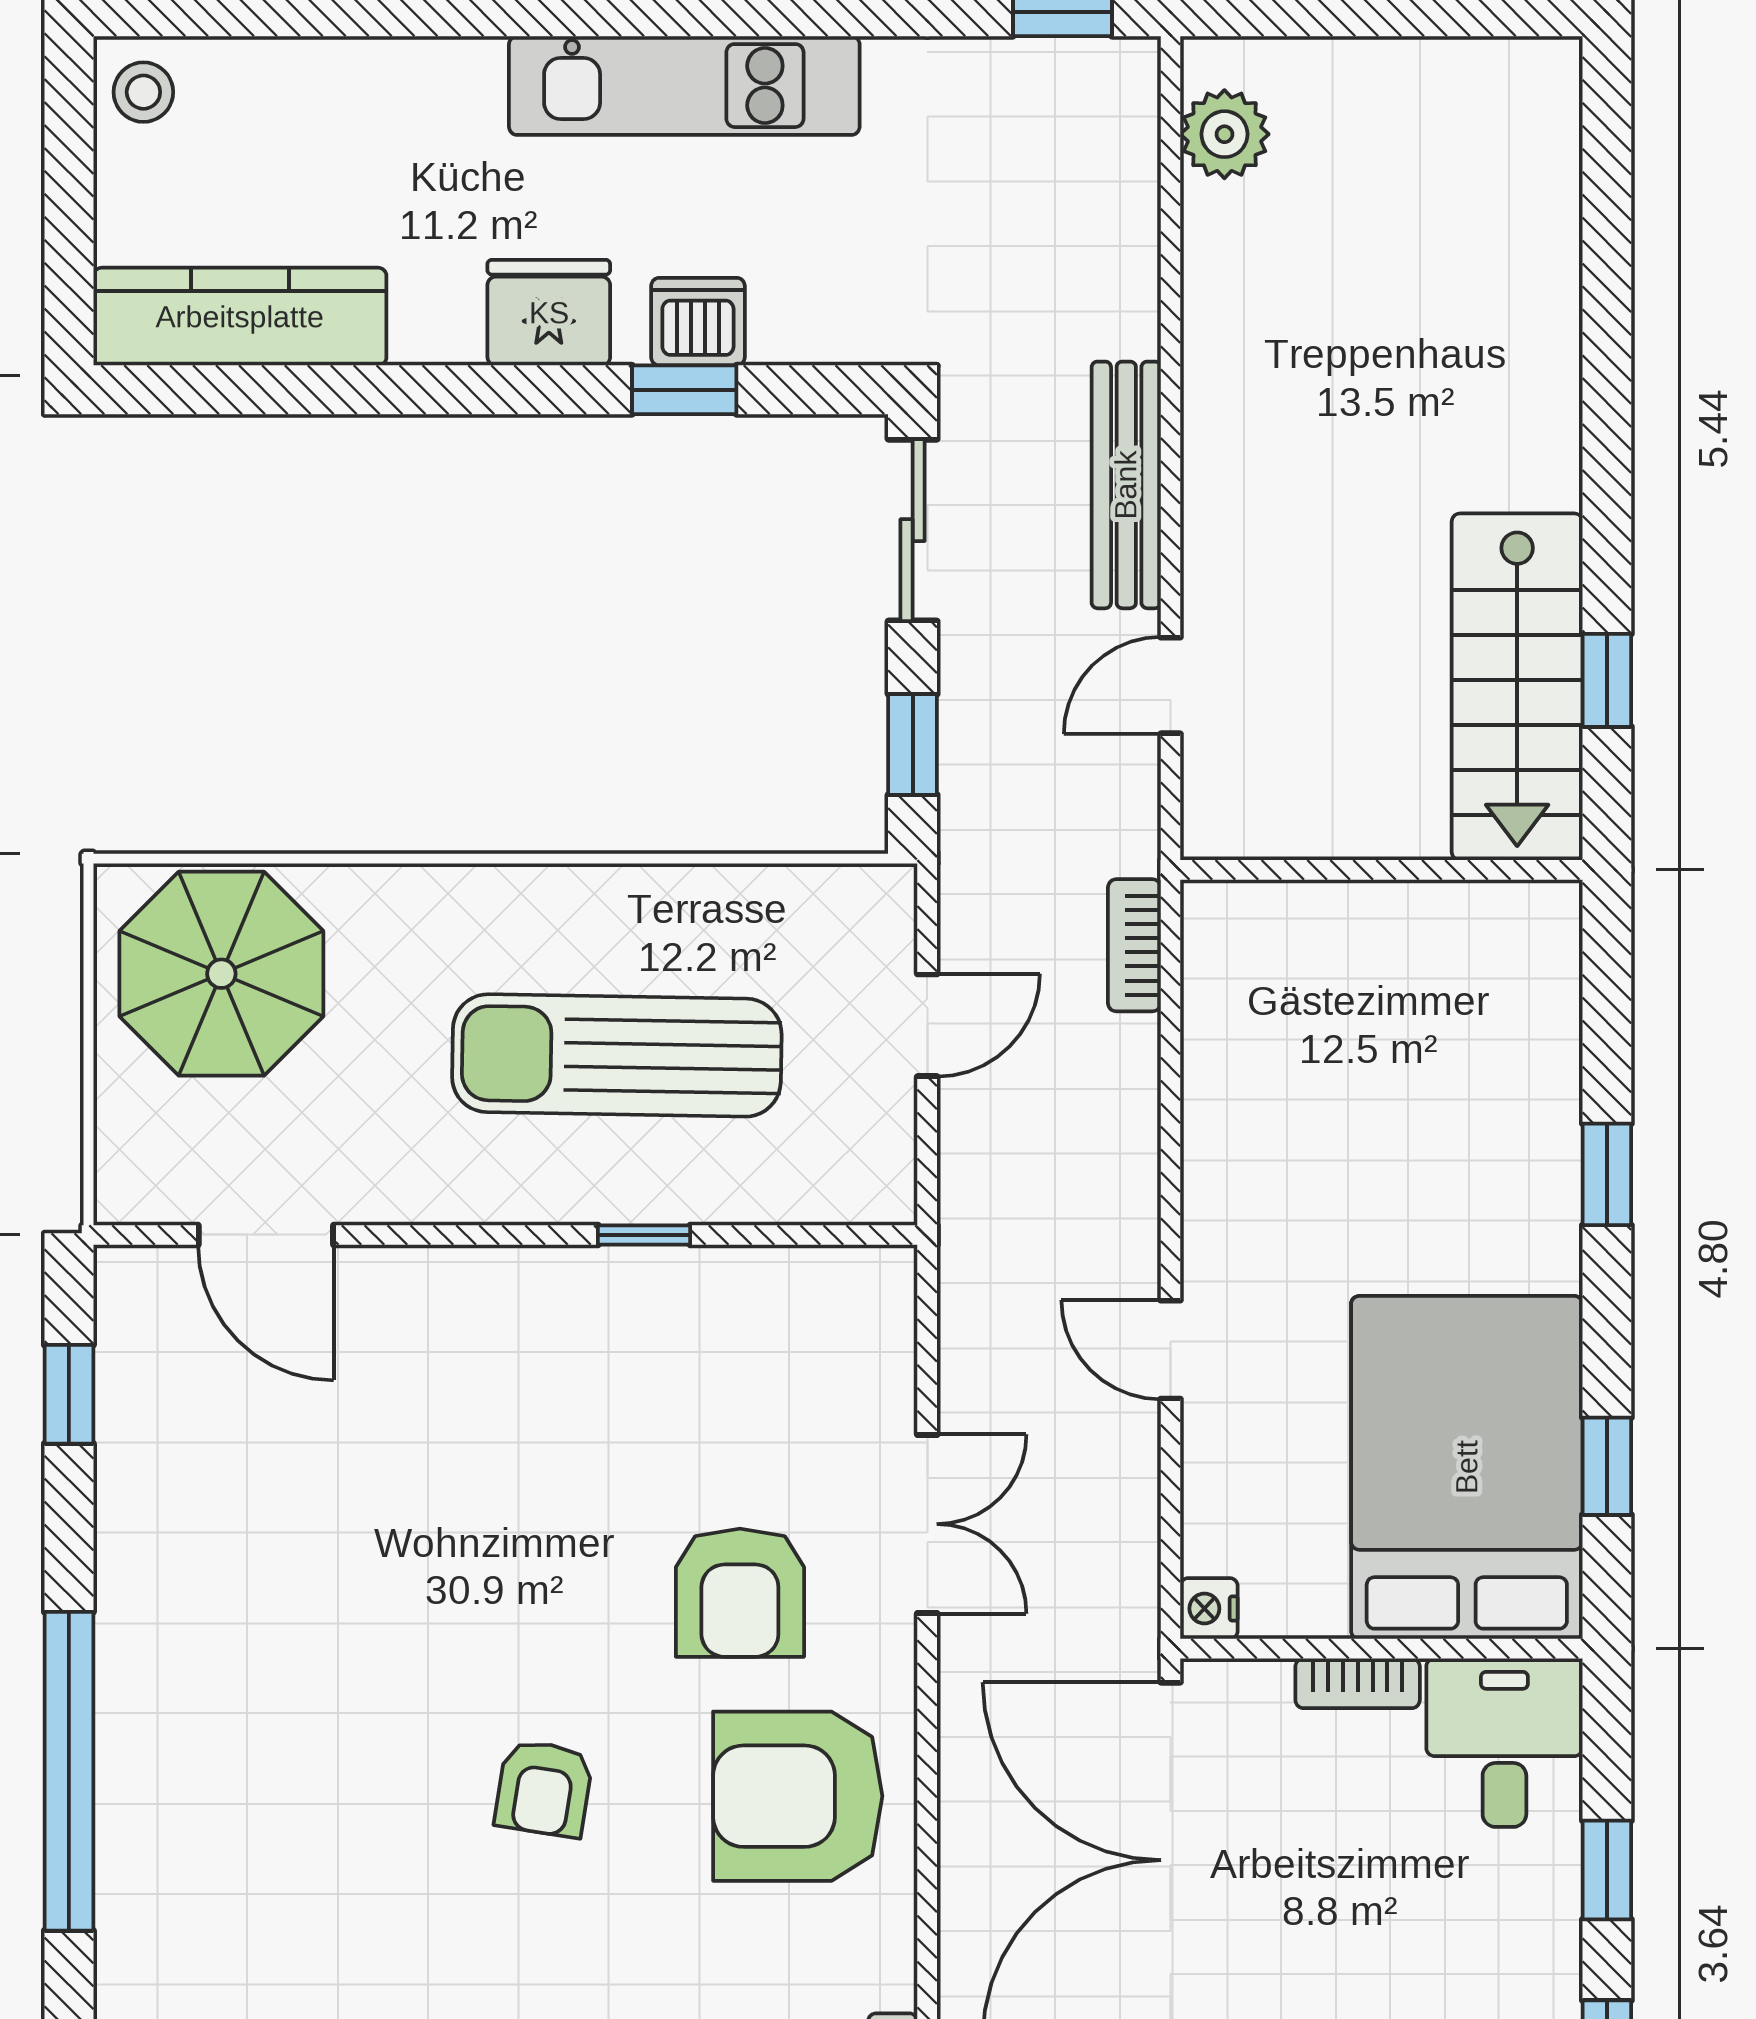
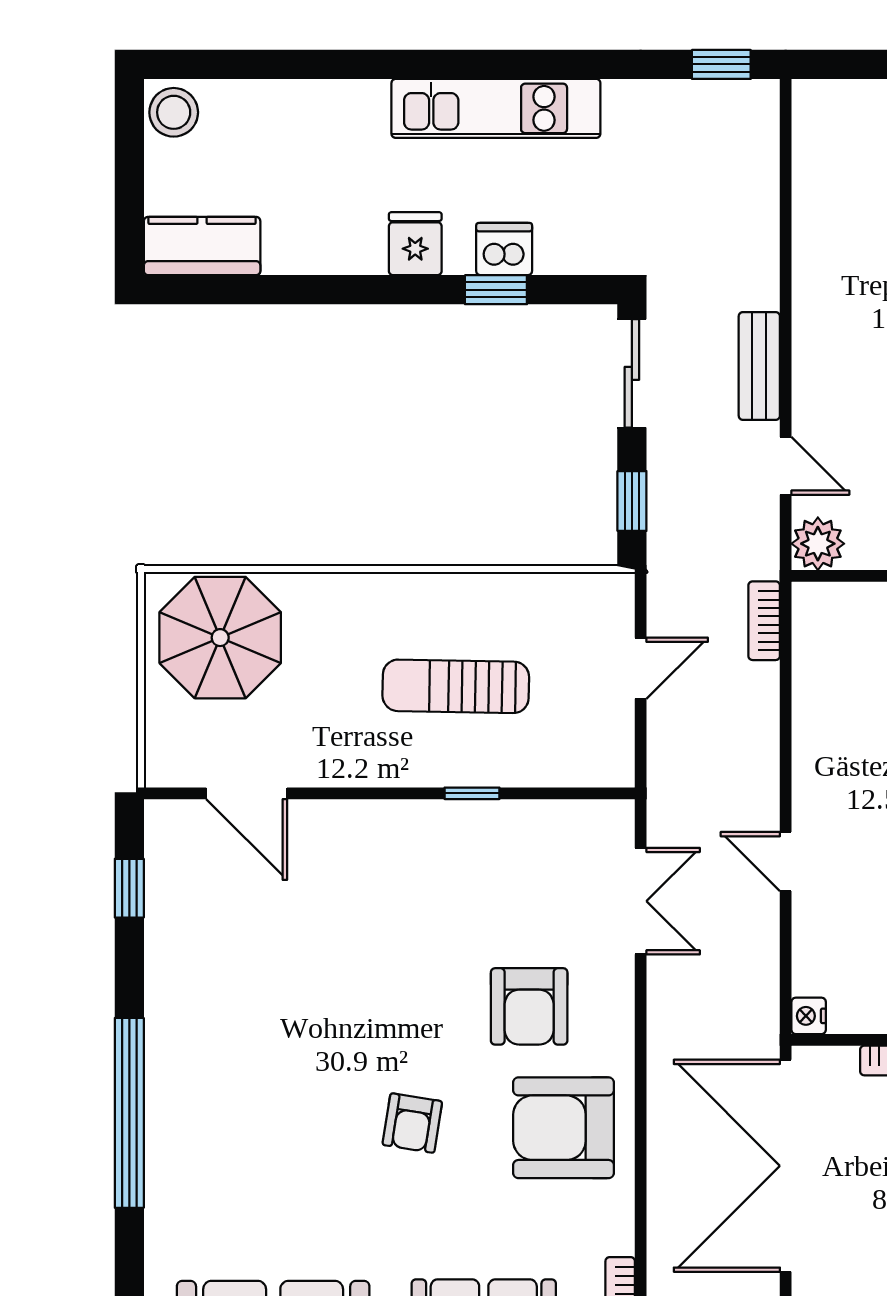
stool: (143, 92) -> (174, 112), width x1.37, depth x1.37
plant: (1224, 134) -> (818, 544), moved
fridge: (549, 313) -> (415, 244), width x0.72
kitchen counter: (240, 317) -> (202, 246), width x0.67
bench: (1126, 485) -> (759, 366), width x0.73
door: (1170, 685) -> (786, 466), swing flipped
sun lounger: (617, 1055) -> (456, 686), width x0.73, depth x0.75
double door: (927, 1524) -> (641, 901), moved

